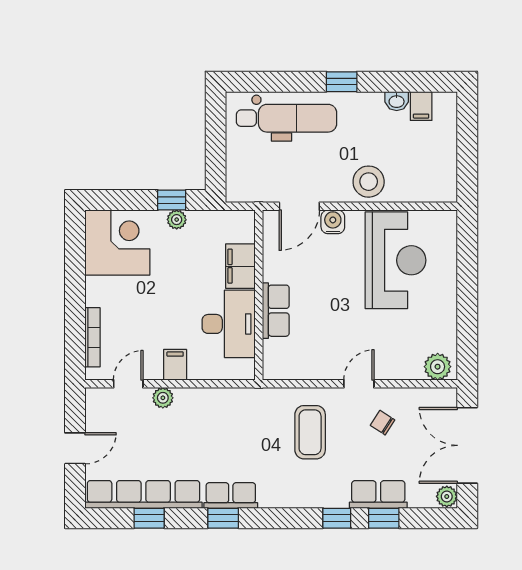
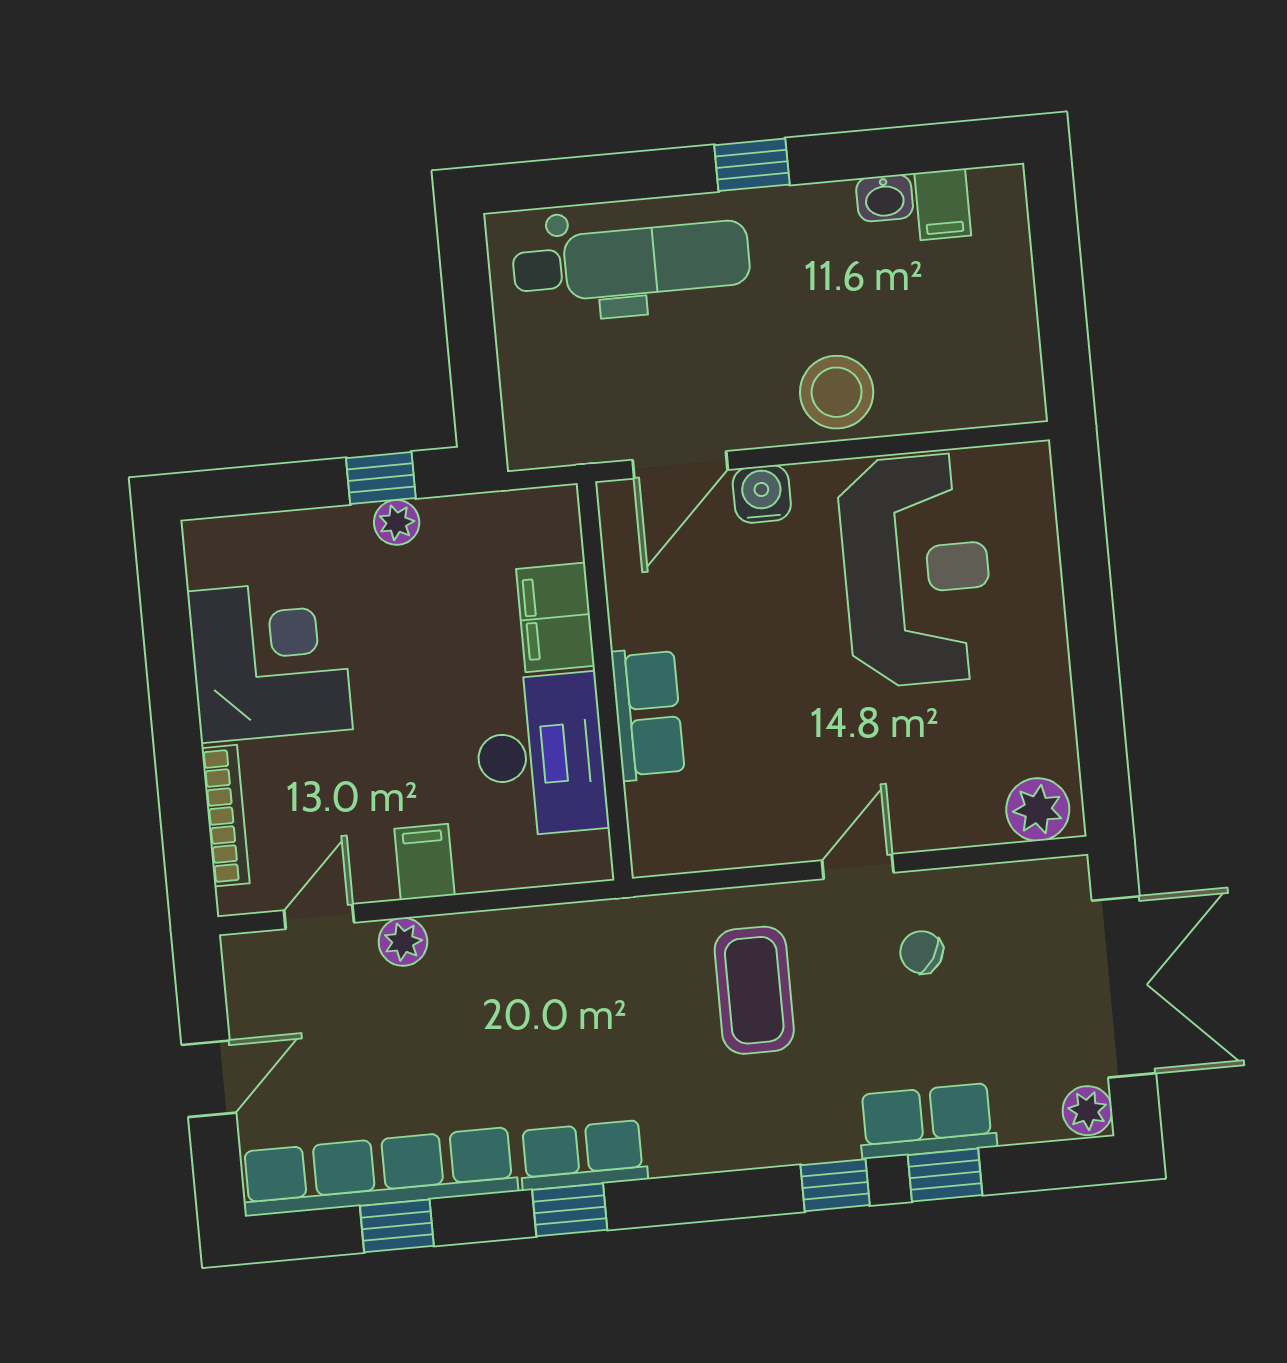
corner desk: (117, 242) -> (270, 660), moved
double door: (467, 445) -> (1124, 987), swing flipped

